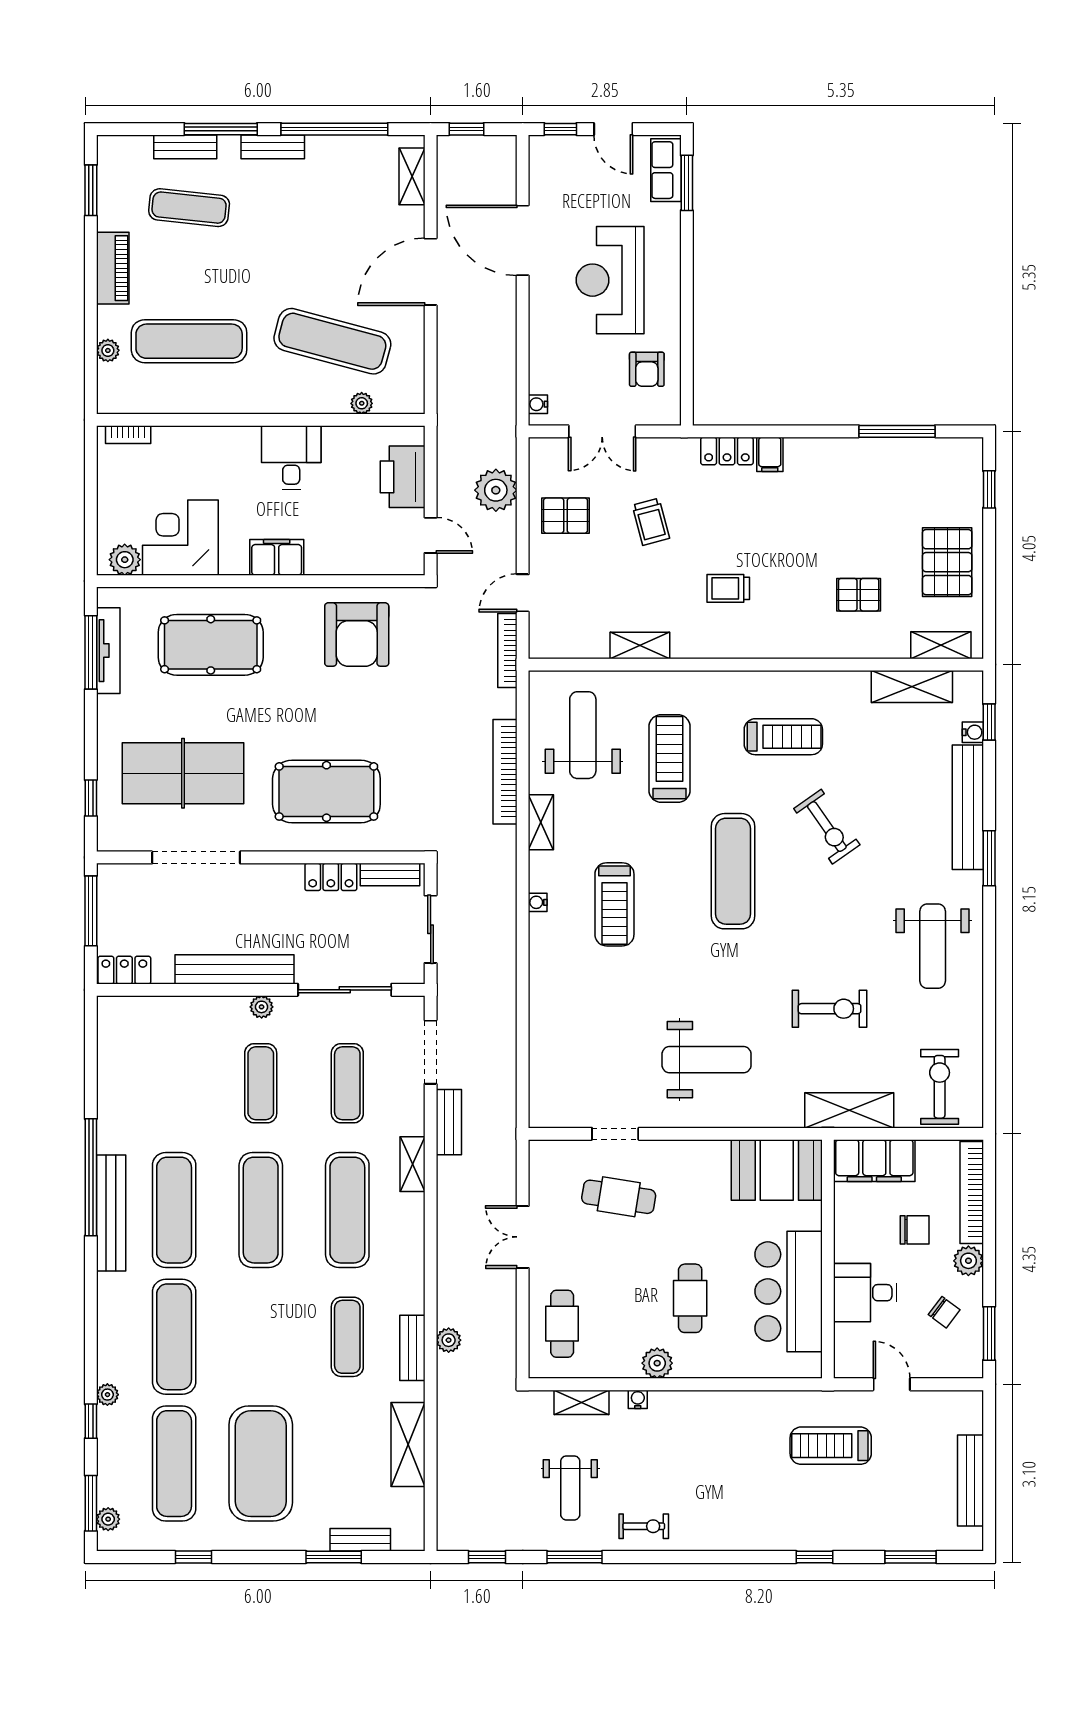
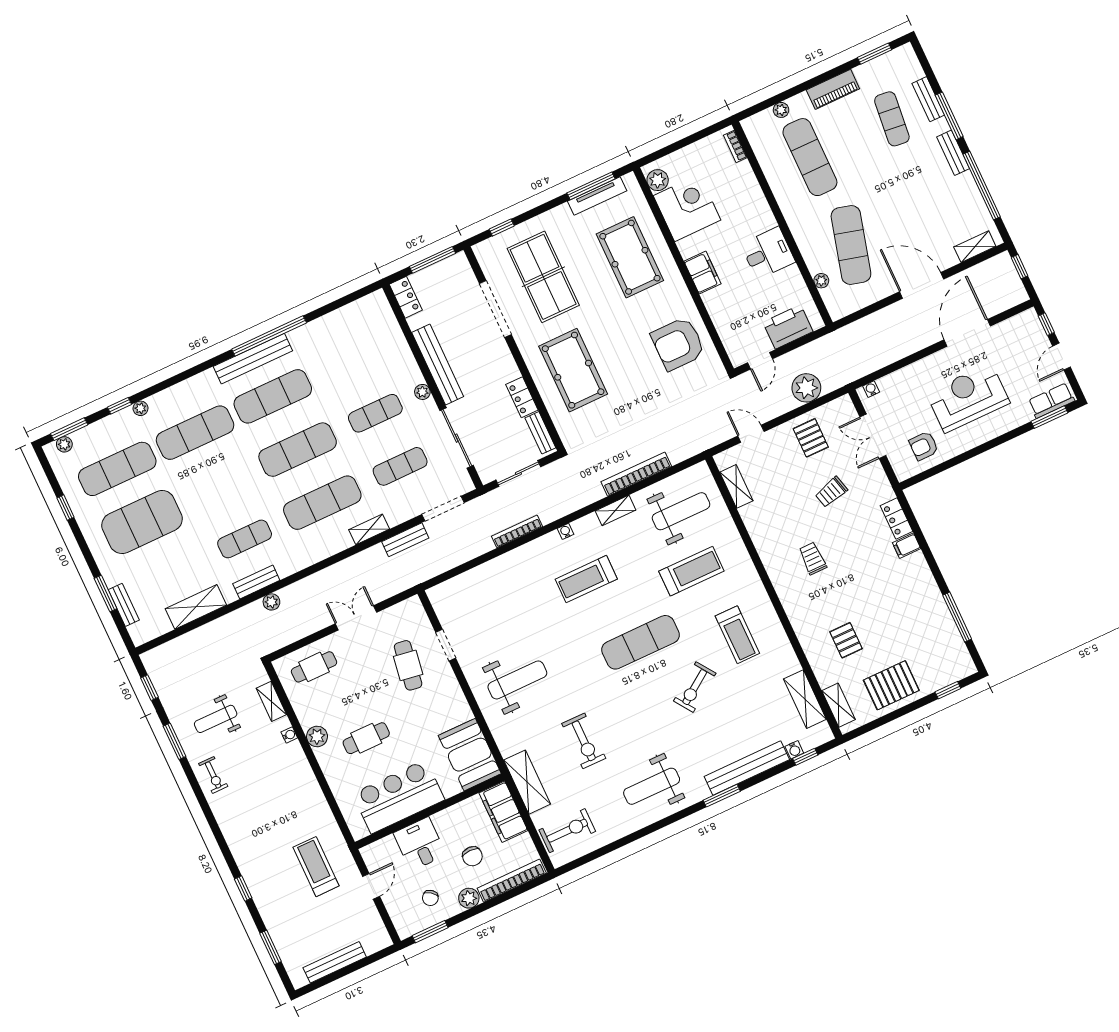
shelving: (640, 645) -> (736, 486), moved
bookcase: (507, 651) -> (517, 531), moved
weight bench: (707, 1060) -> (517, 680), turned -90

